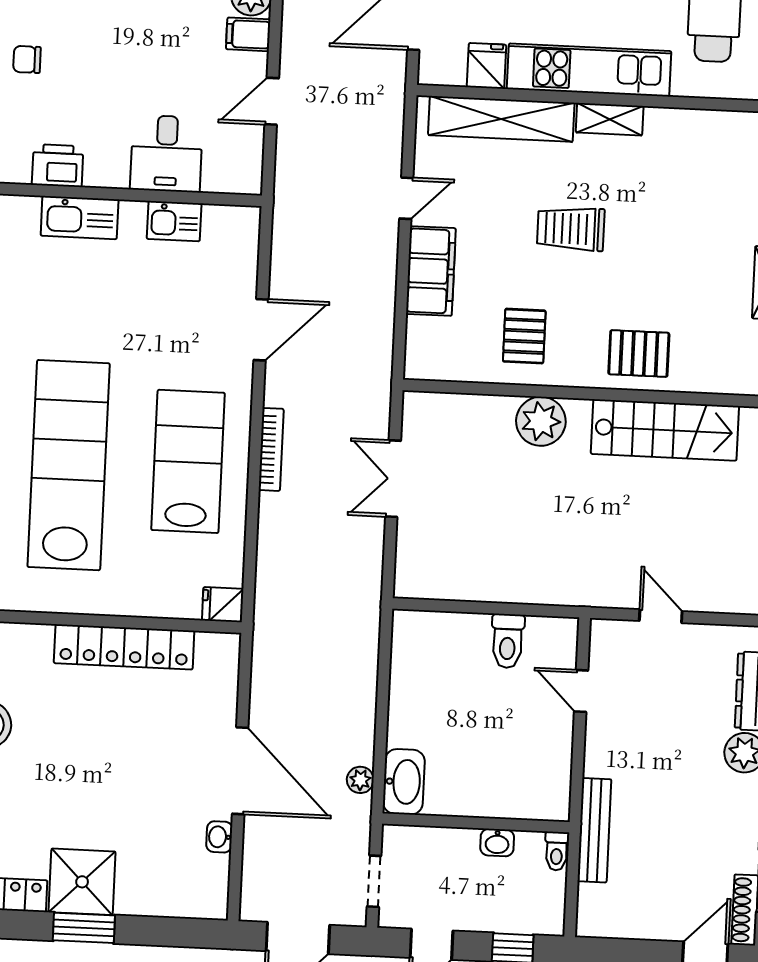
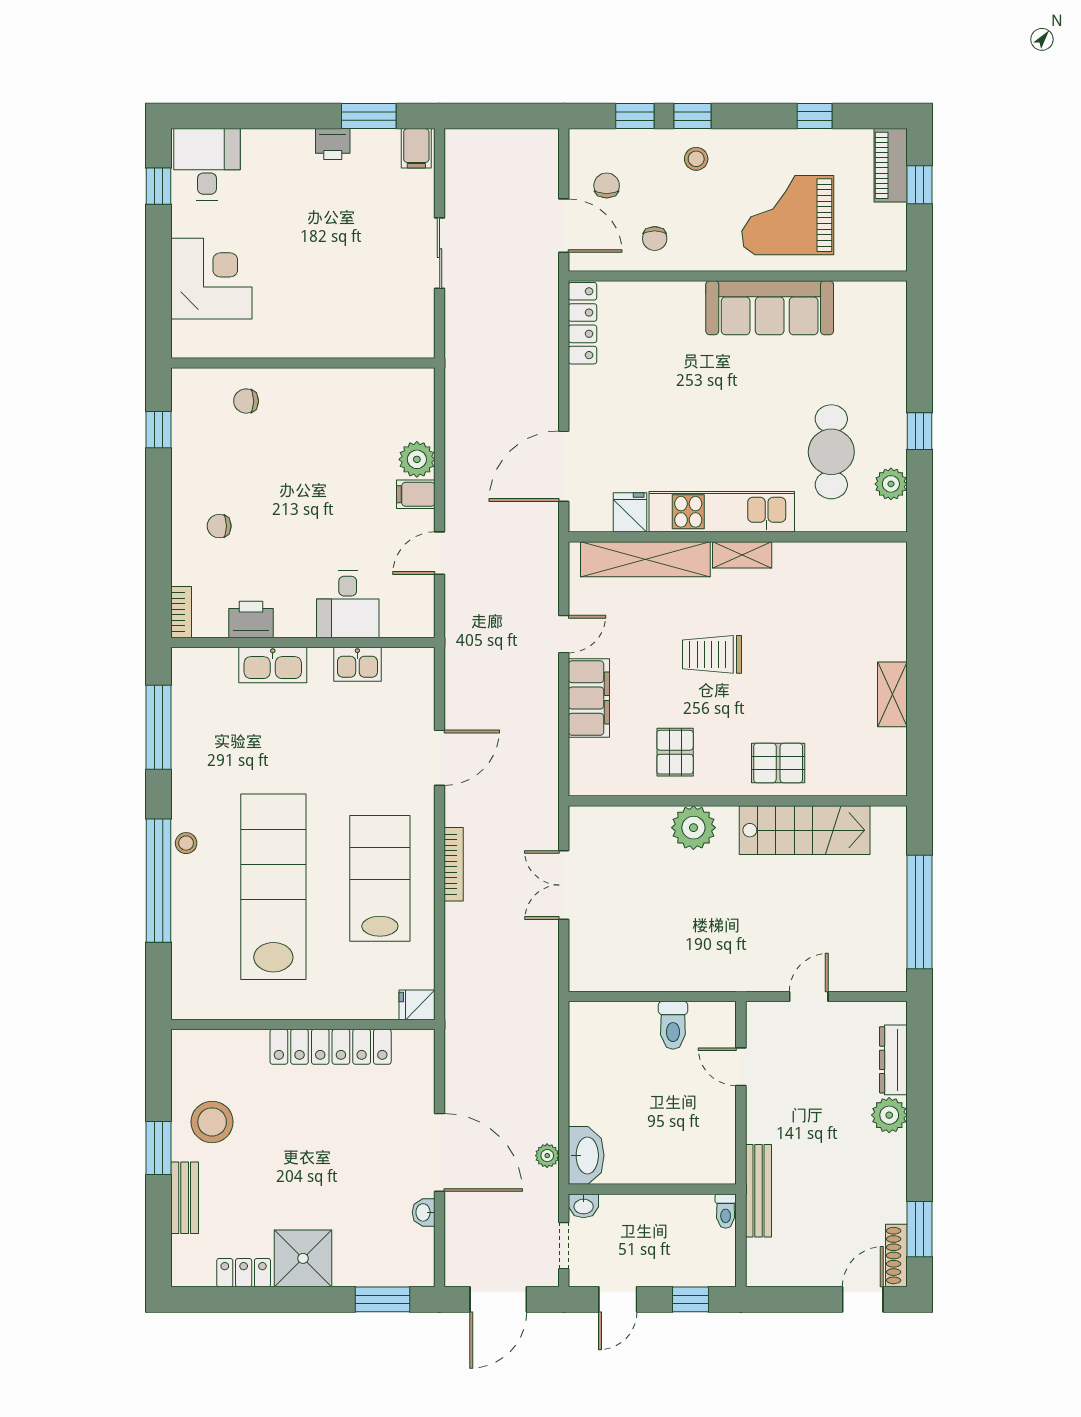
door: (661, 616) -> (809, 997), hinge flipped
washbasin: (497, 843) -> (584, 1206), moved
window: (84, 928) -> (383, 1299), moved

